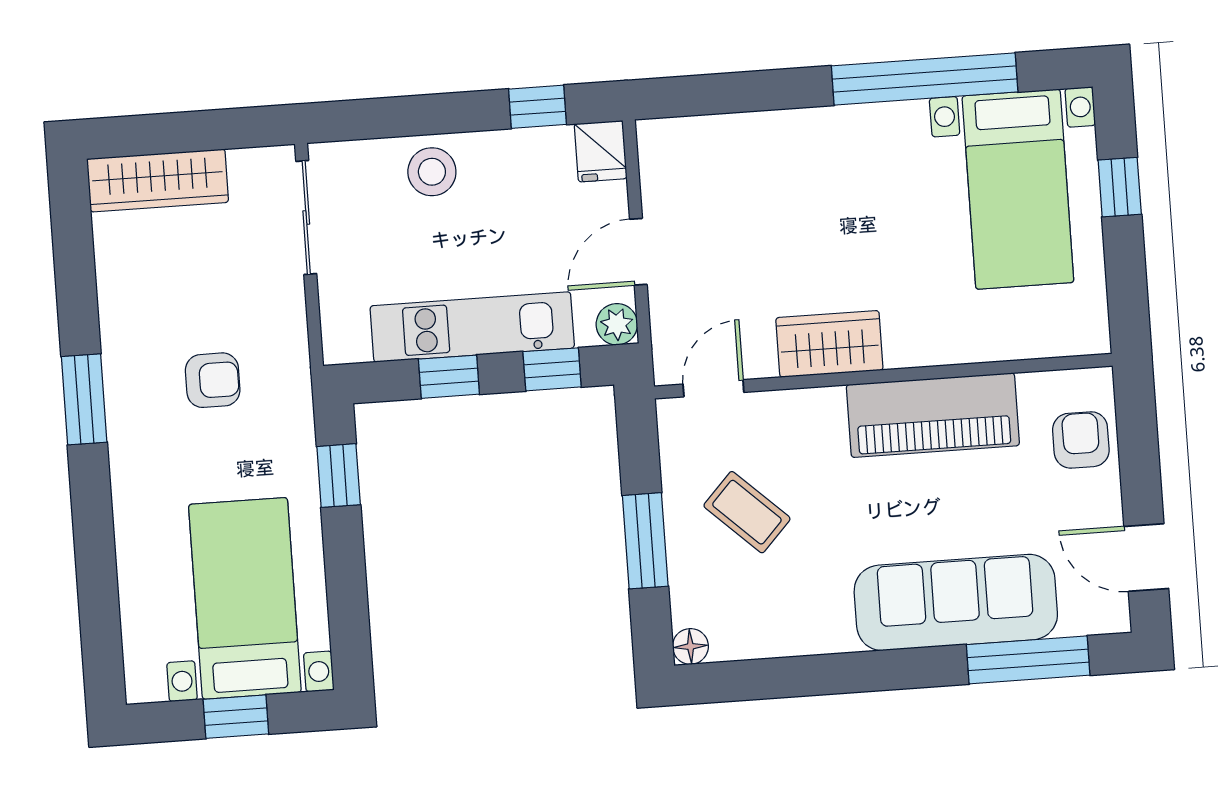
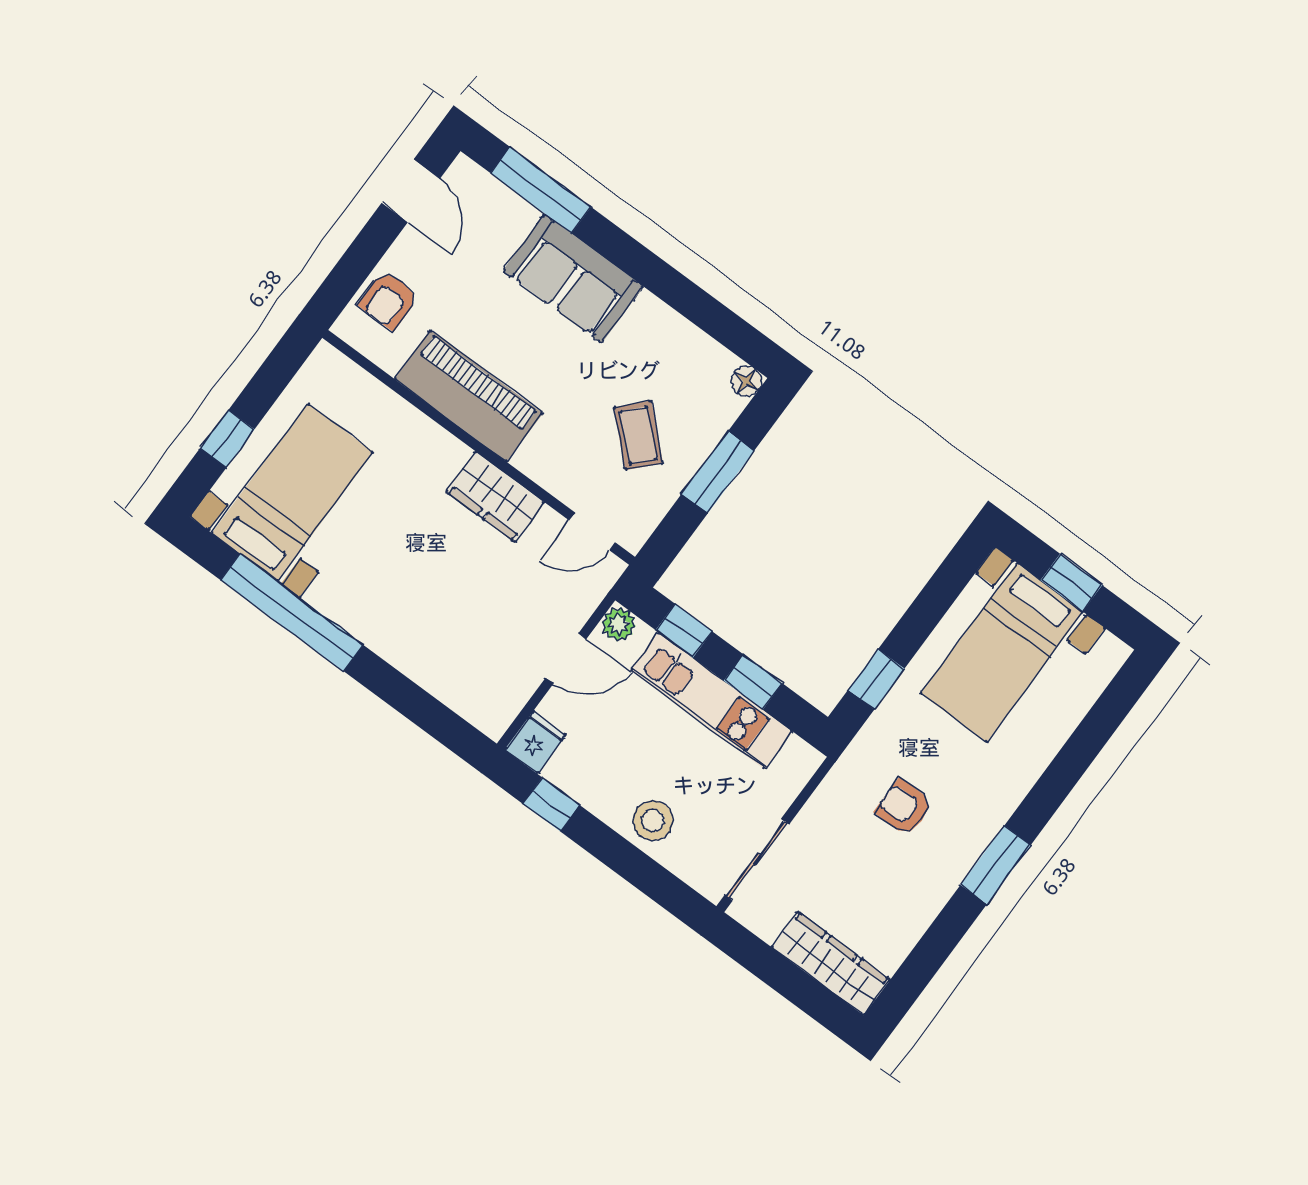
sofa: (956, 602) -> (573, 278), width x0.73

